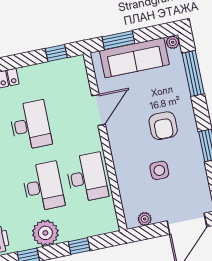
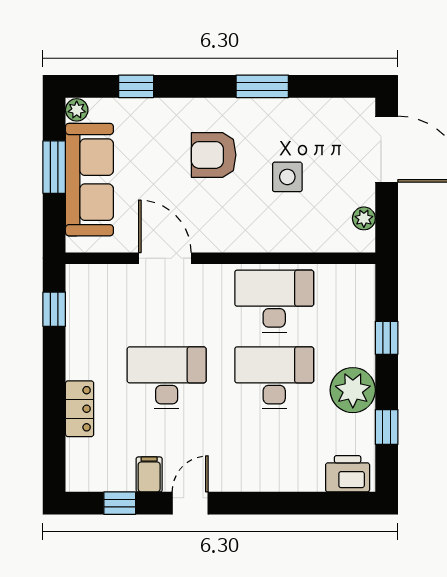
window: (118, 40) -> (54, 167), moved
window: (193, 73) -> (136, 86), width x0.46
armchair: (163, 126) -> (214, 155), turned 180

